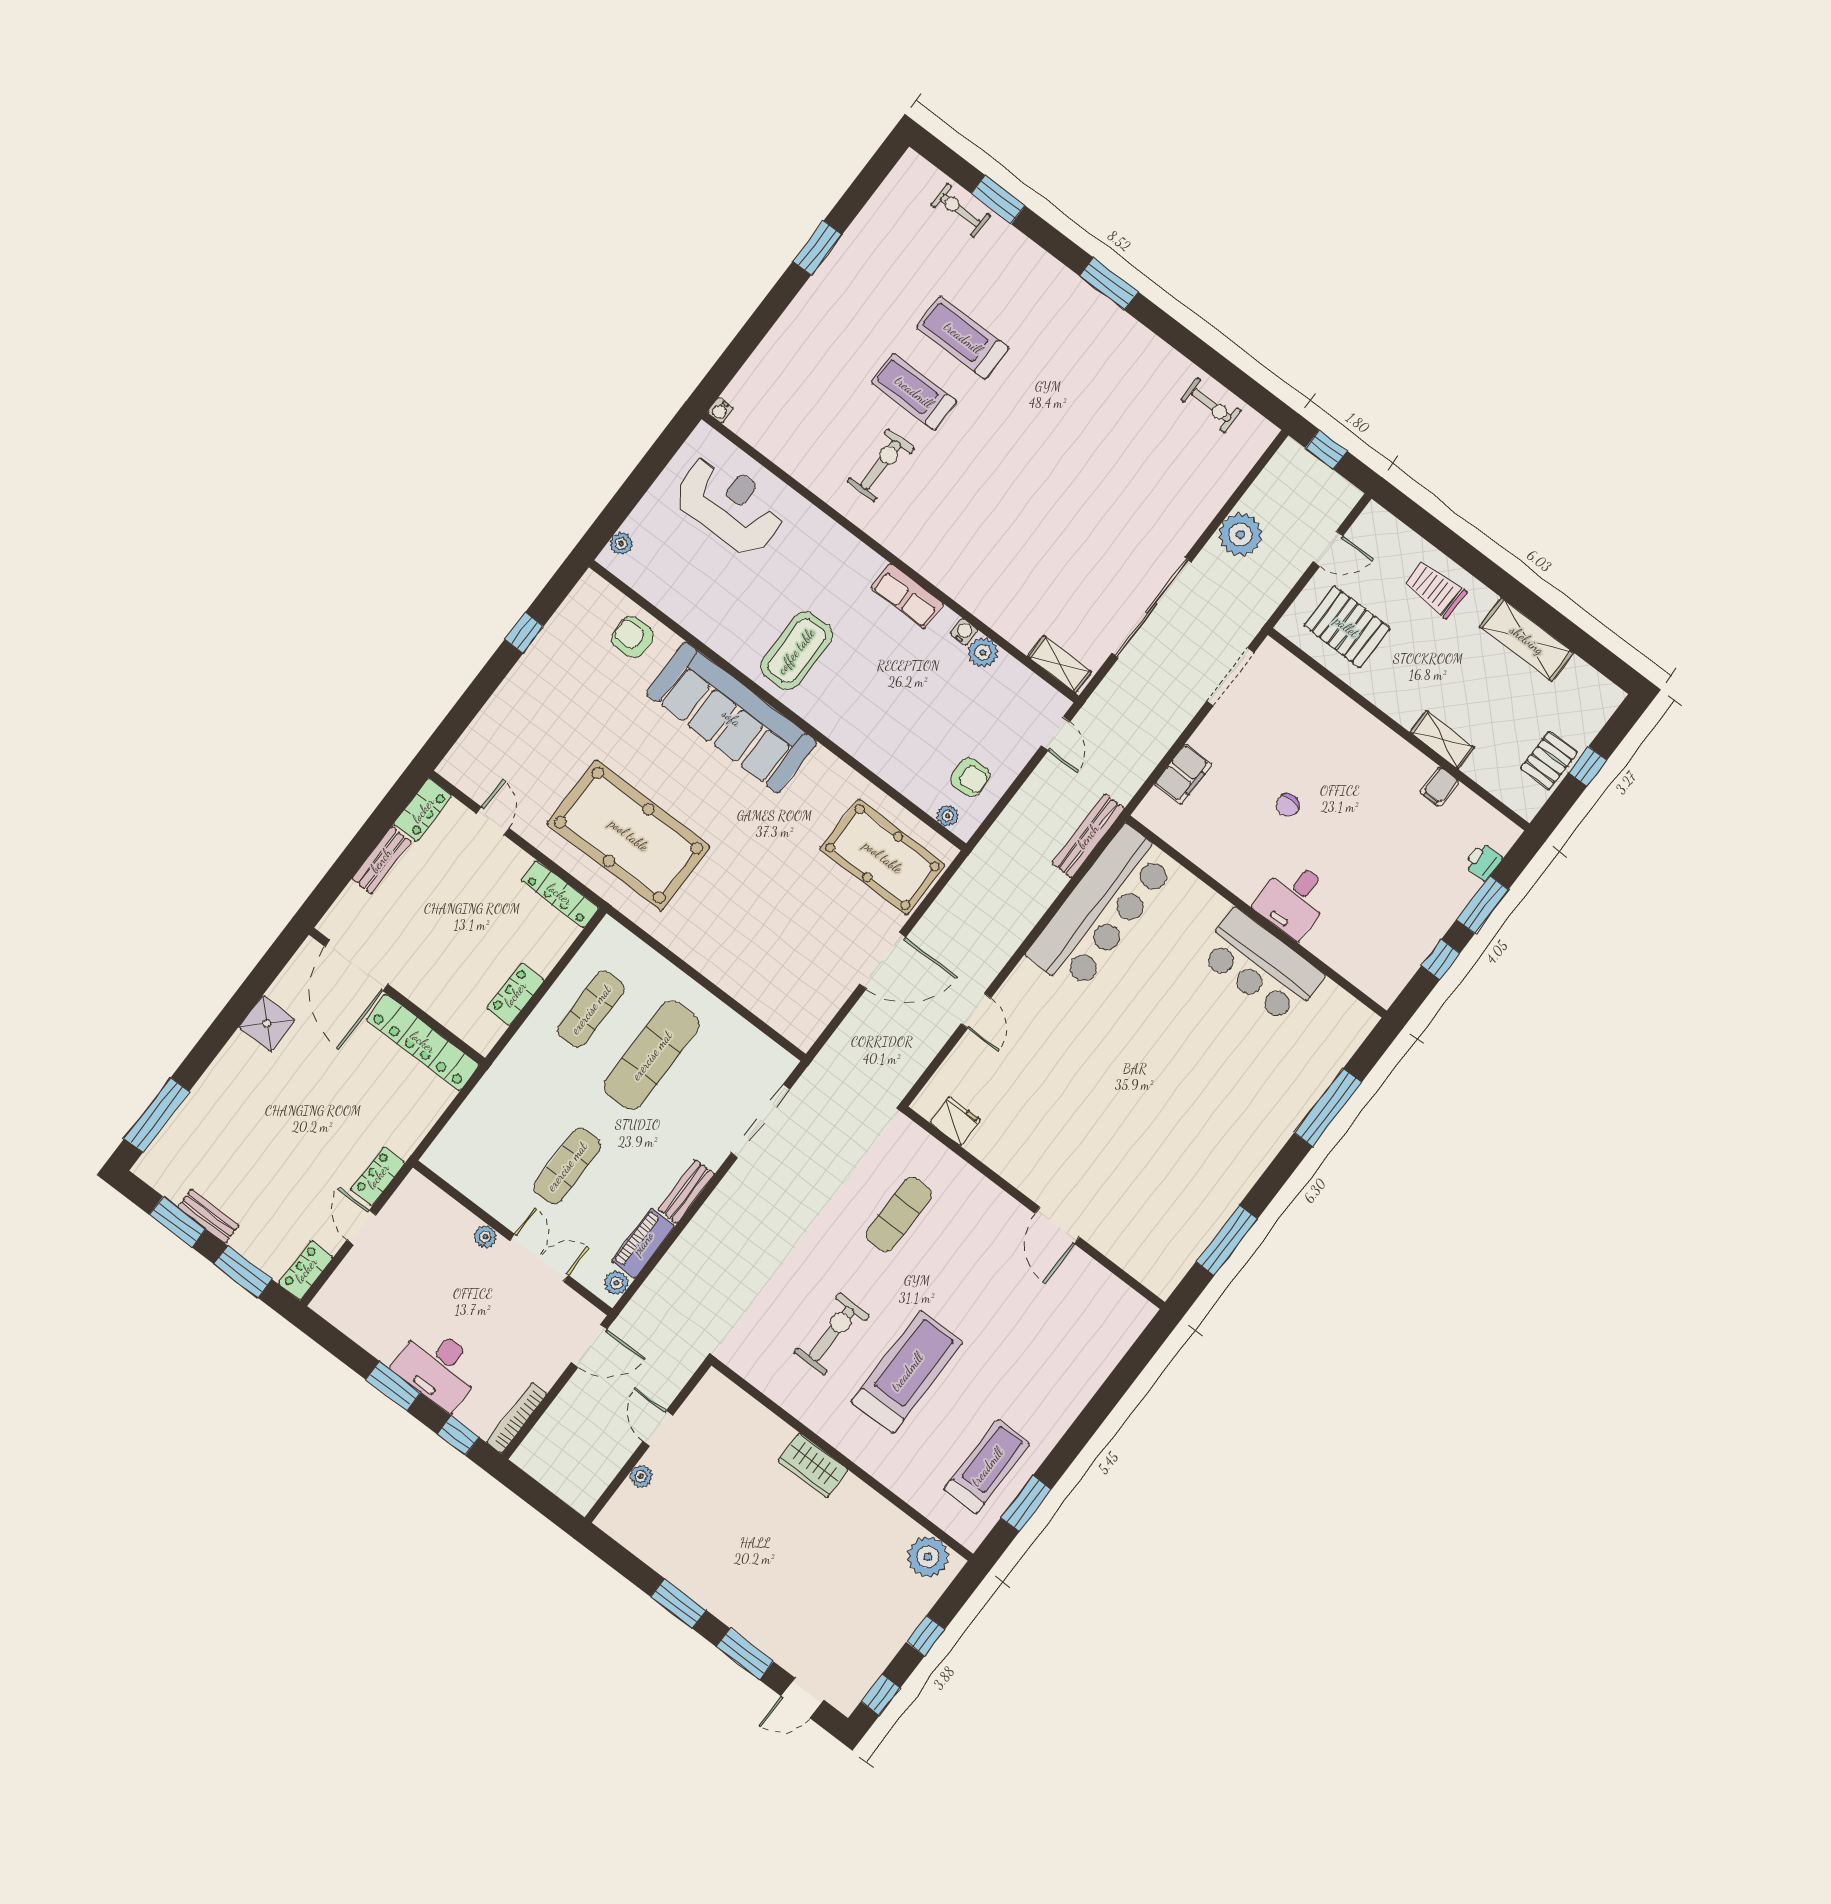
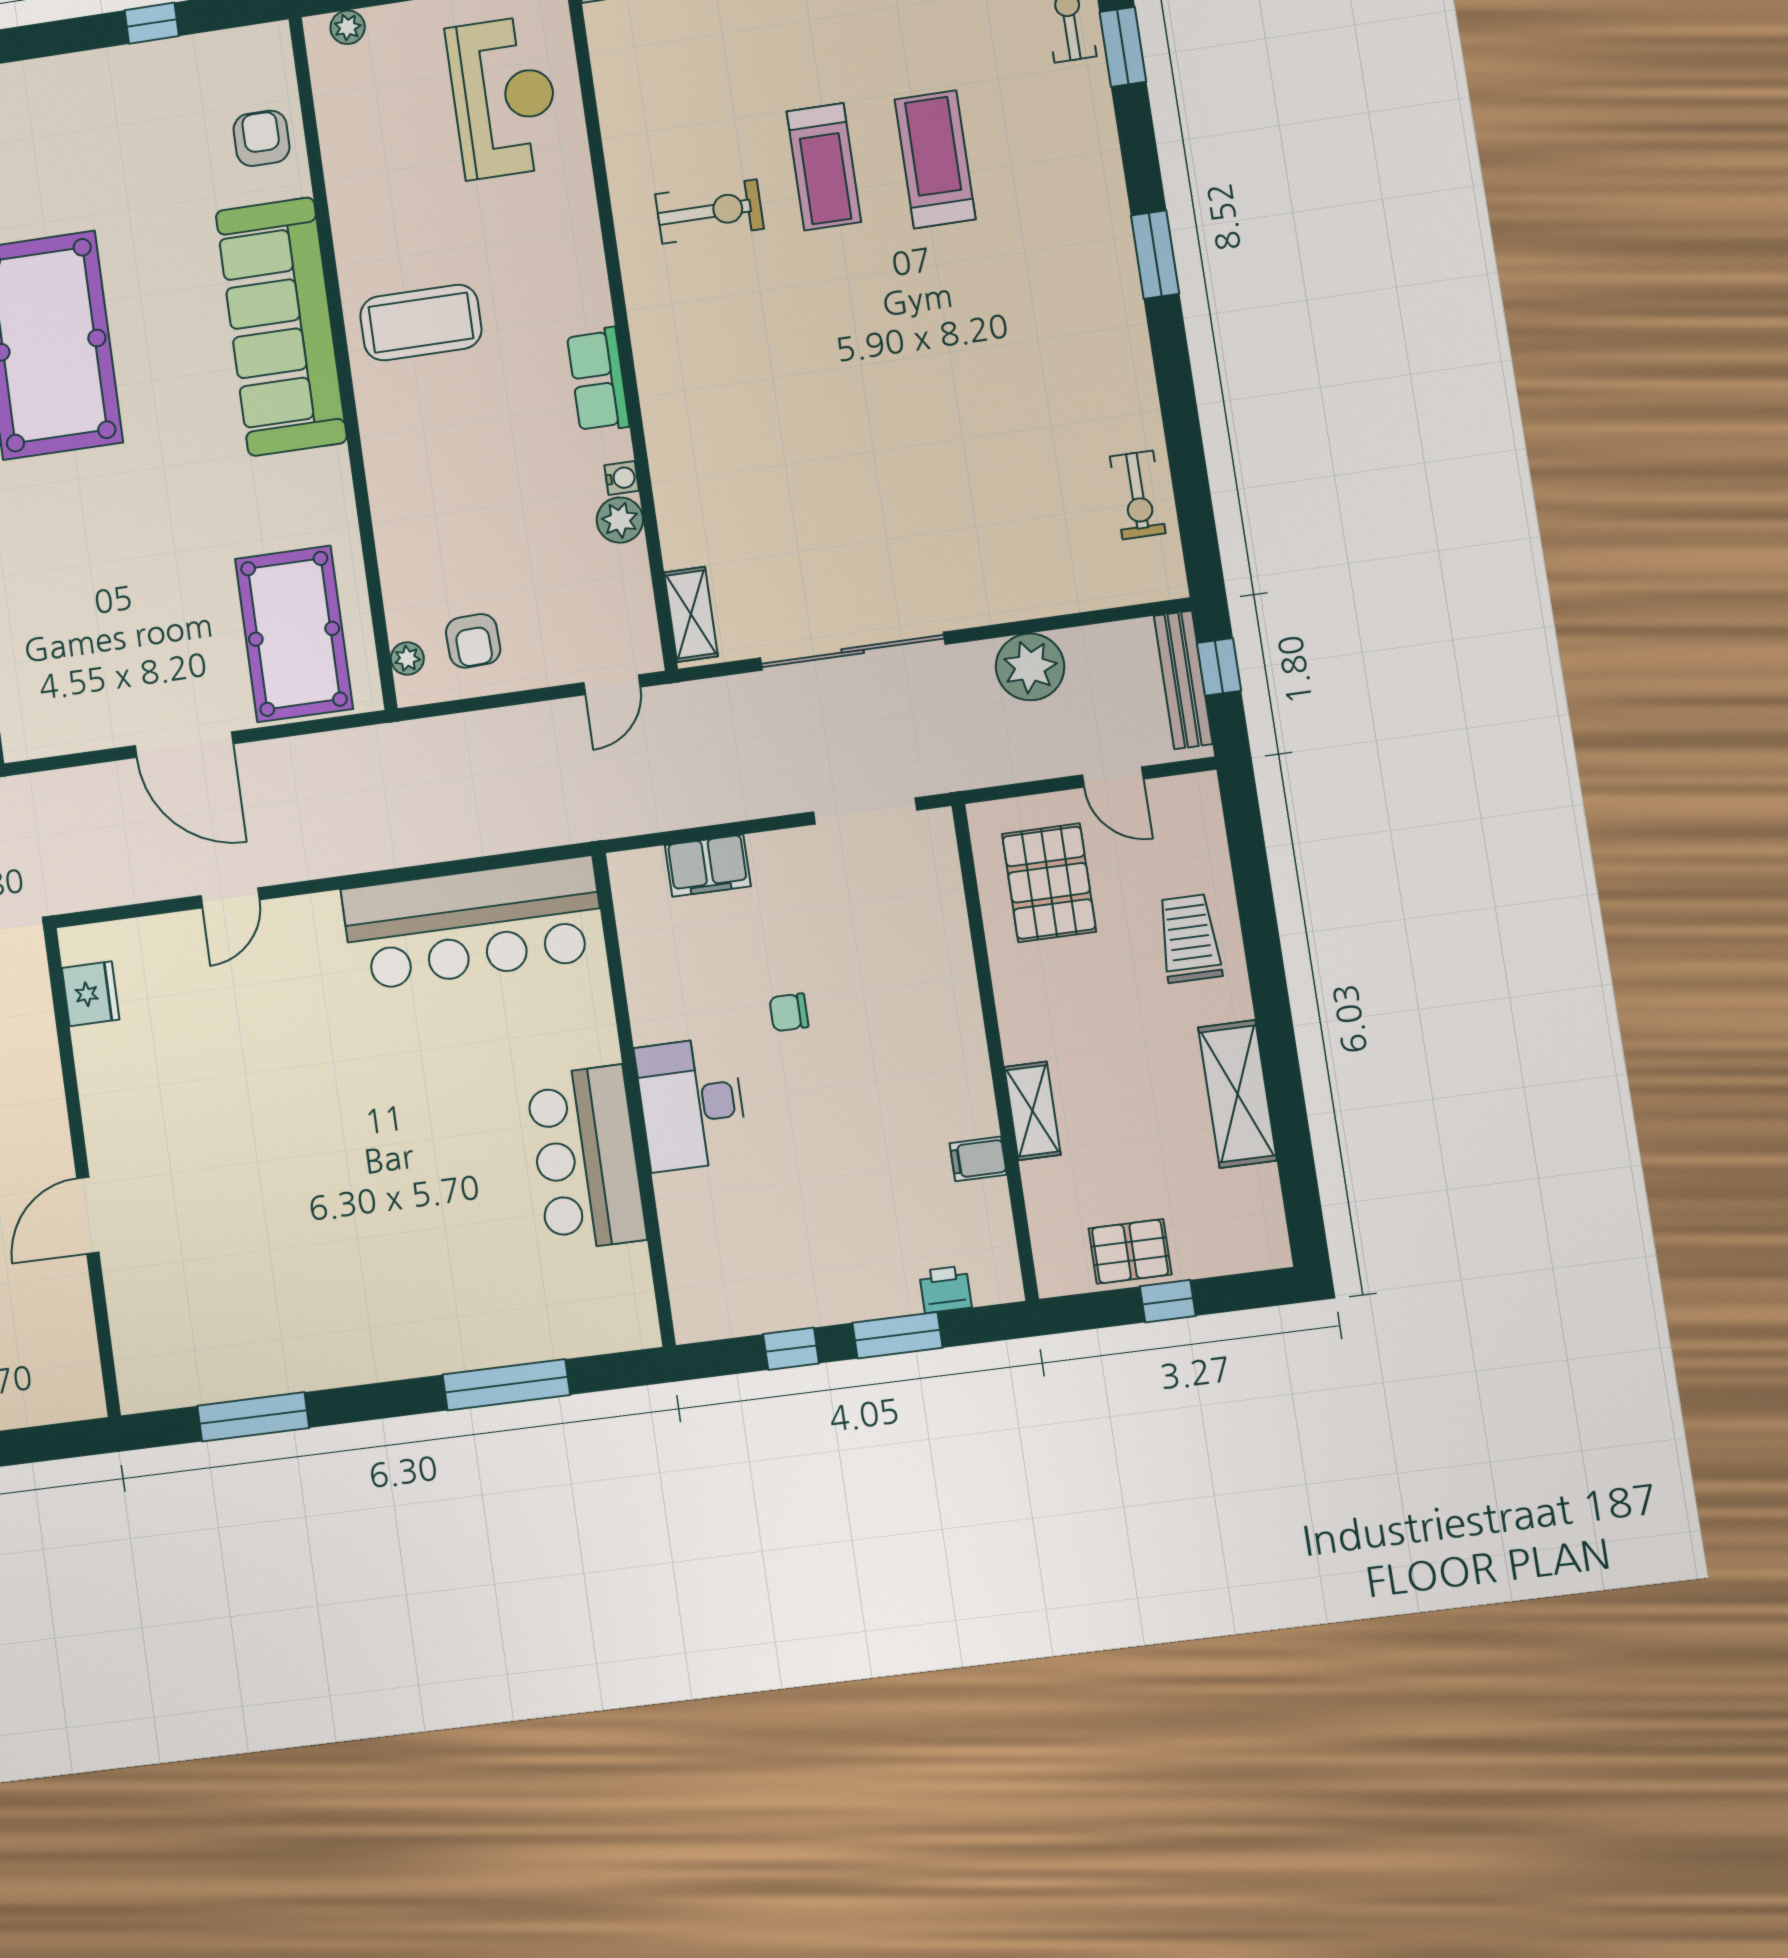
treadmill: (914, 392) -> (824, 167), turned 180
bench: (1088, 836) -> (1183, 680), moved, turned 90
desk: (1294, 899) -> (692, 1104), width x1.37

